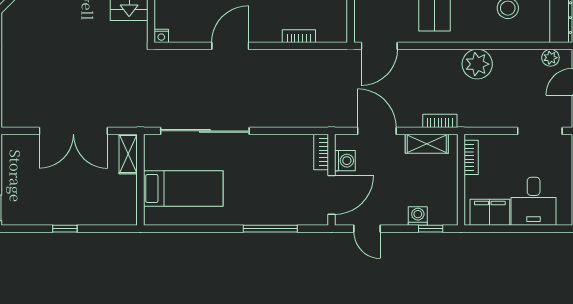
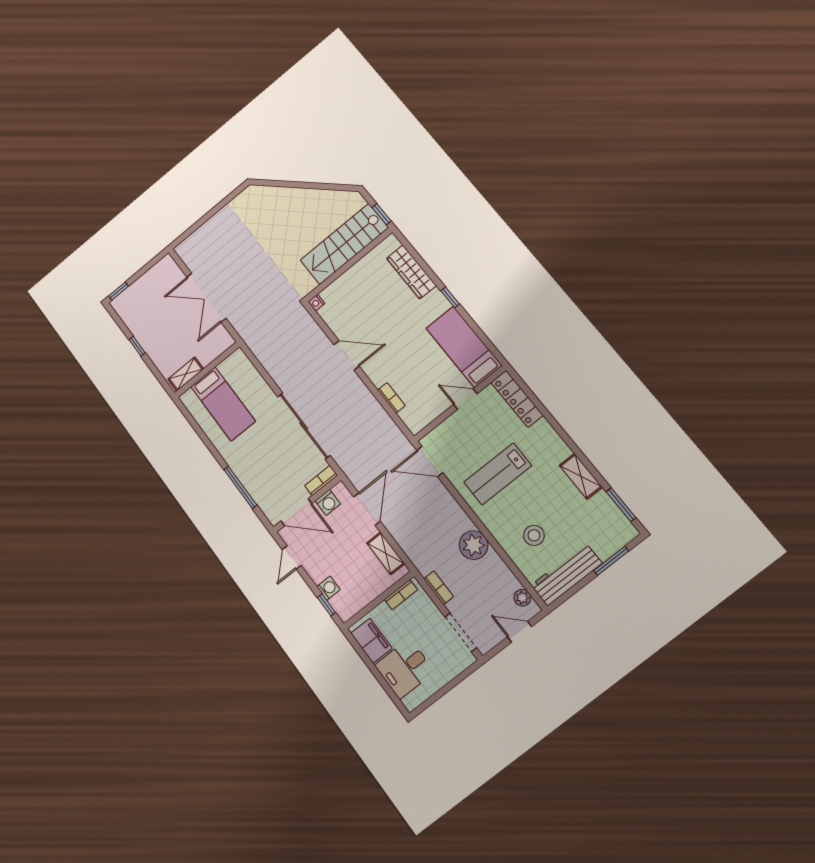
bookcase: (440, 121) -> (439, 588), moved
sliding door: (205, 131) -> (304, 426), moved
shelving: (128, 154) -> (186, 374), moved

